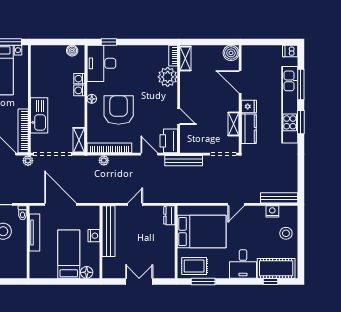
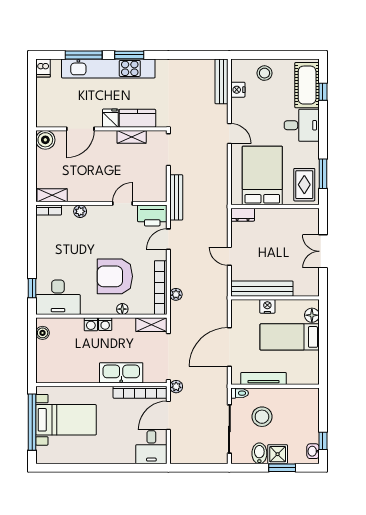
plant: (168, 77) -> (80, 211), width x0.53, depth x0.53
washing machine: (79, 79) -> (105, 324), moved
floor lamp: (92, 99) -> (122, 309), moved

